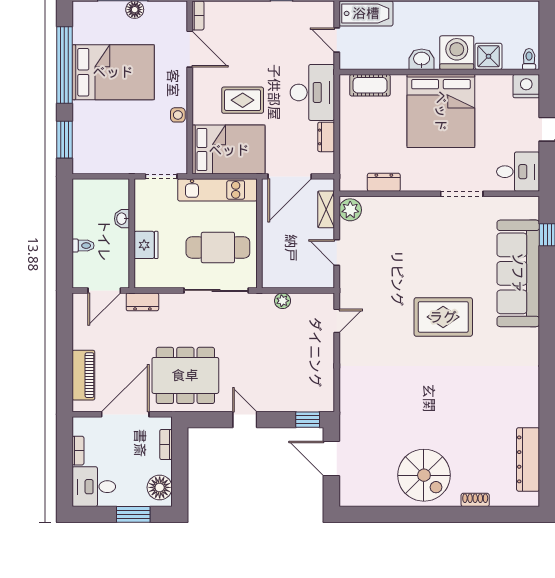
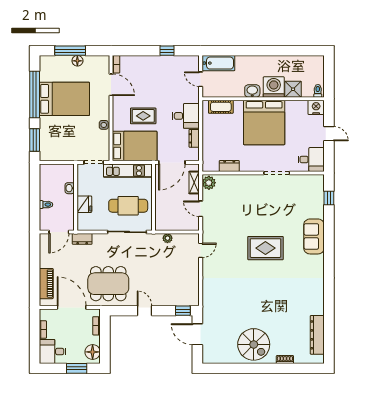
desk: (312, 92) -> (186, 116), width x0.73
sofa: (518, 273) -> (314, 236), width x0.54, depth x0.79
door: (125, 414) -> (72, 307), hinge flipped

